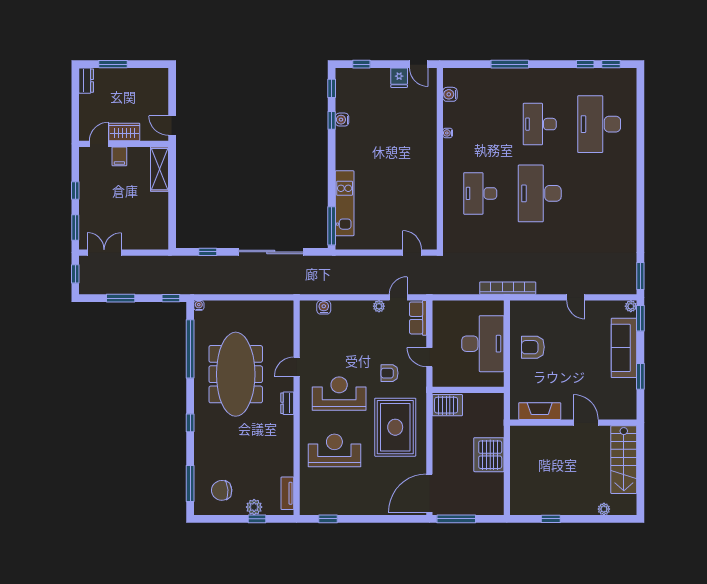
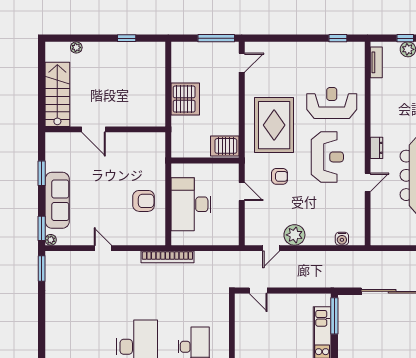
plant: (379, 306) -> (294, 235), width x1.88, depth x1.88
row of seats: (418, 318) -> (253, 229), removed
reception desk: (339, 394) -> (327, 157), turned -90
fireplace: (540, 411) -> (137, 140), removed
reception desk: (334, 450) -> (332, 103), turned 180
door: (429, 493) -> (242, 63), width x0.53

